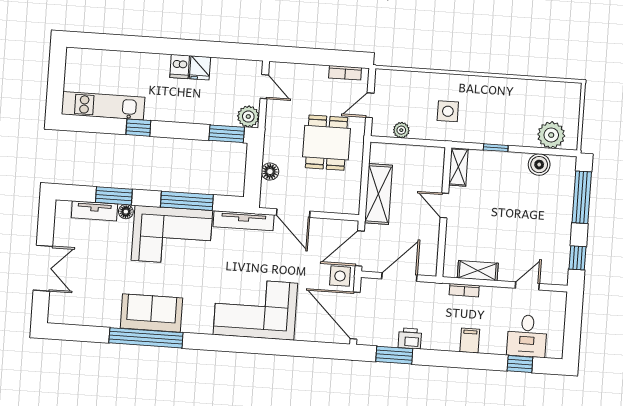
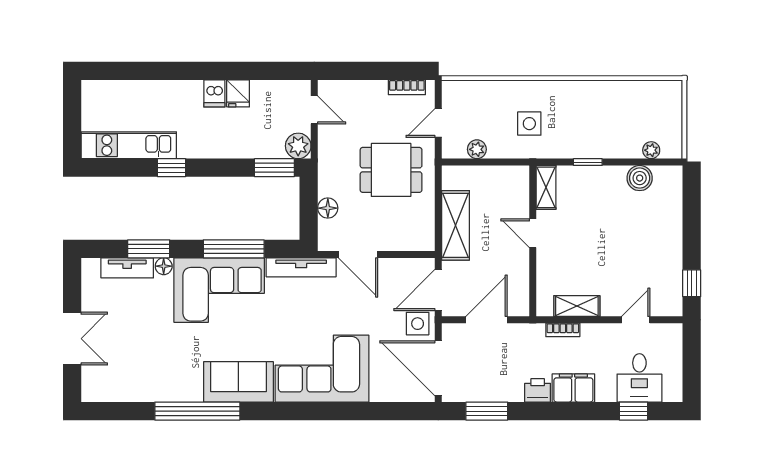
plant: (551, 135) -> (651, 150), width x0.53, depth x0.53
dining table: (327, 143) -> (391, 170), turned 90
window: (582, 197) -> (692, 213), removed
sofa: (151, 313) -> (238, 382), moved
printer: (410, 338) -> (538, 390), moved
filing cabinet: (470, 341) -> (573, 388), width x2.00

